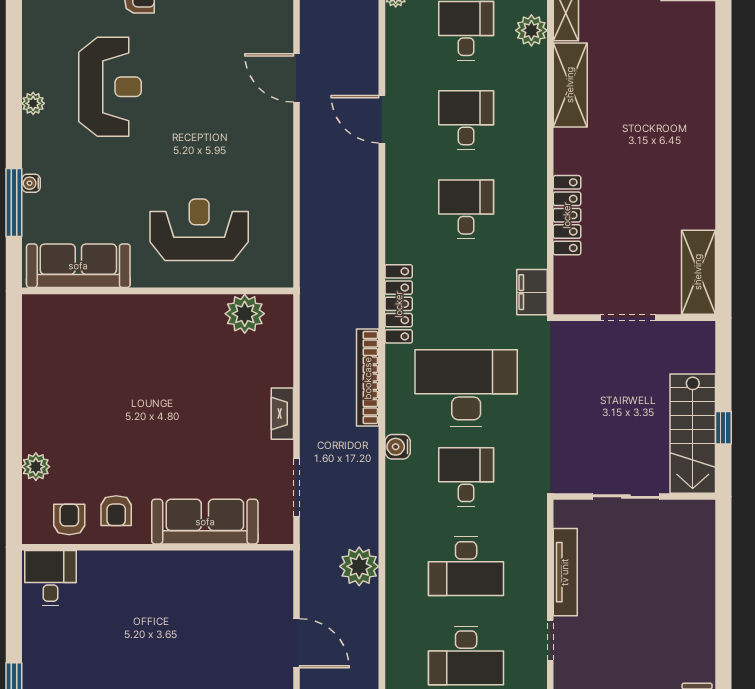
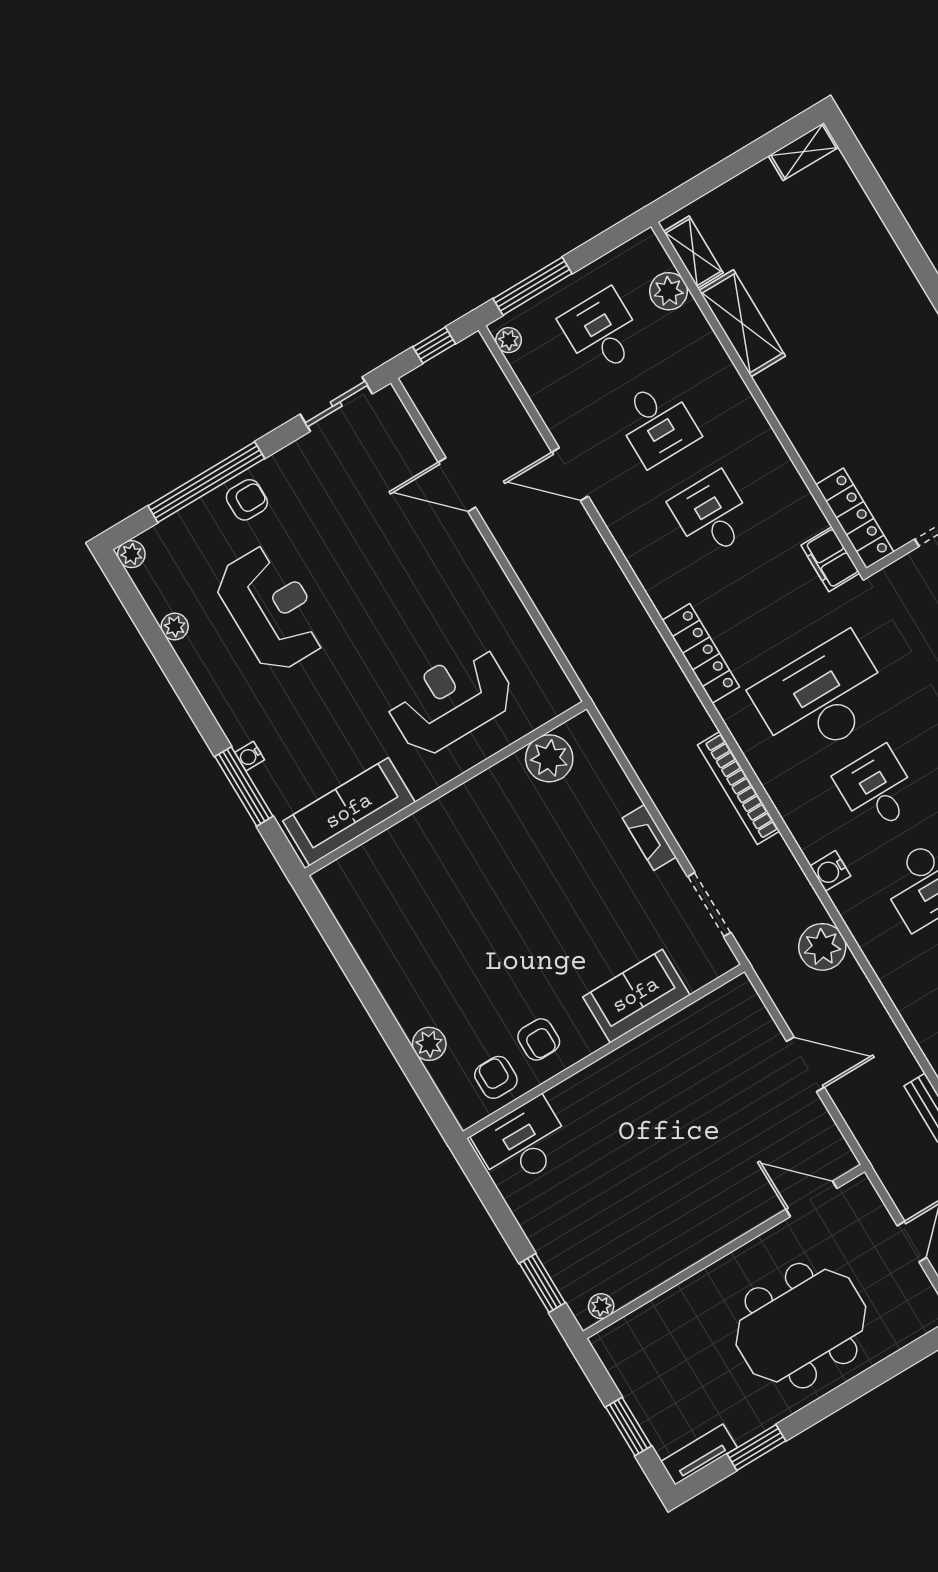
plant: (33, 103) -> (175, 627), moved
desk: (466, 120) -> (657, 423), turned 180
locker: (567, 215) -> (855, 518), moved
bookcase: (368, 378) -> (739, 788), moved
water cooler: (398, 447) -> (830, 871), moved
sofa: (205, 522) -> (636, 996), width x0.73
desk: (51, 578) -> (523, 1143), width x1.37

